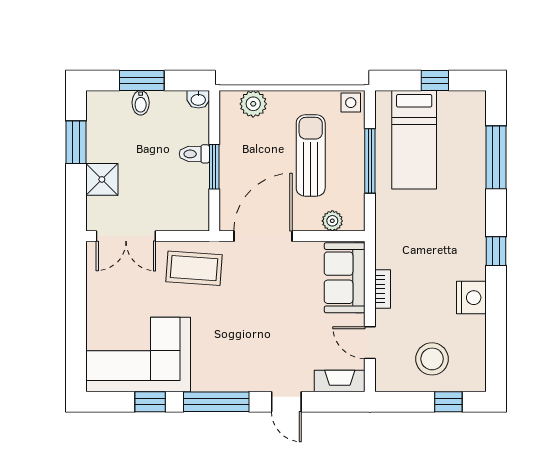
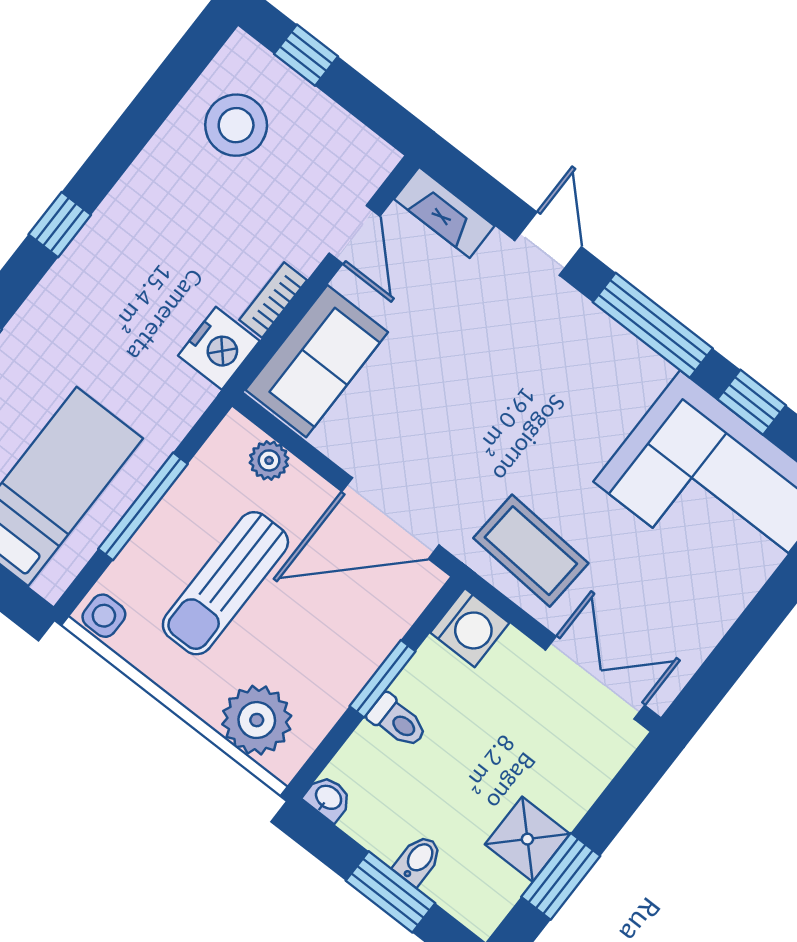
plant: (253, 104) -> (257, 720), width x1.36, depth x1.36
shower: (102, 179) -> (527, 839), moved
washing machine: (194, 216) -> (470, 628), added
nightstand: (471, 298) -> (219, 348), moved, turned 180
stool: (432, 359) -> (236, 125), moved

